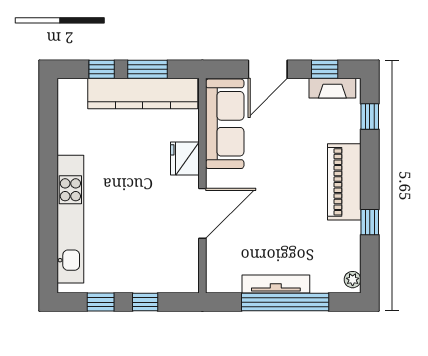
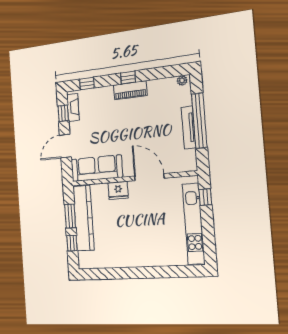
door: (268, 69) -> (65, 146), swing flipped
piano: (344, 182) -> (130, 90), width x0.73, depth x0.75
kitchen unit: (70, 219) -> (194, 224), moved, turned -90
window: (370, 222) -> (128, 78), moved
window: (101, 302) -> (209, 237), removed
window: (145, 302) -> (205, 197), moved

